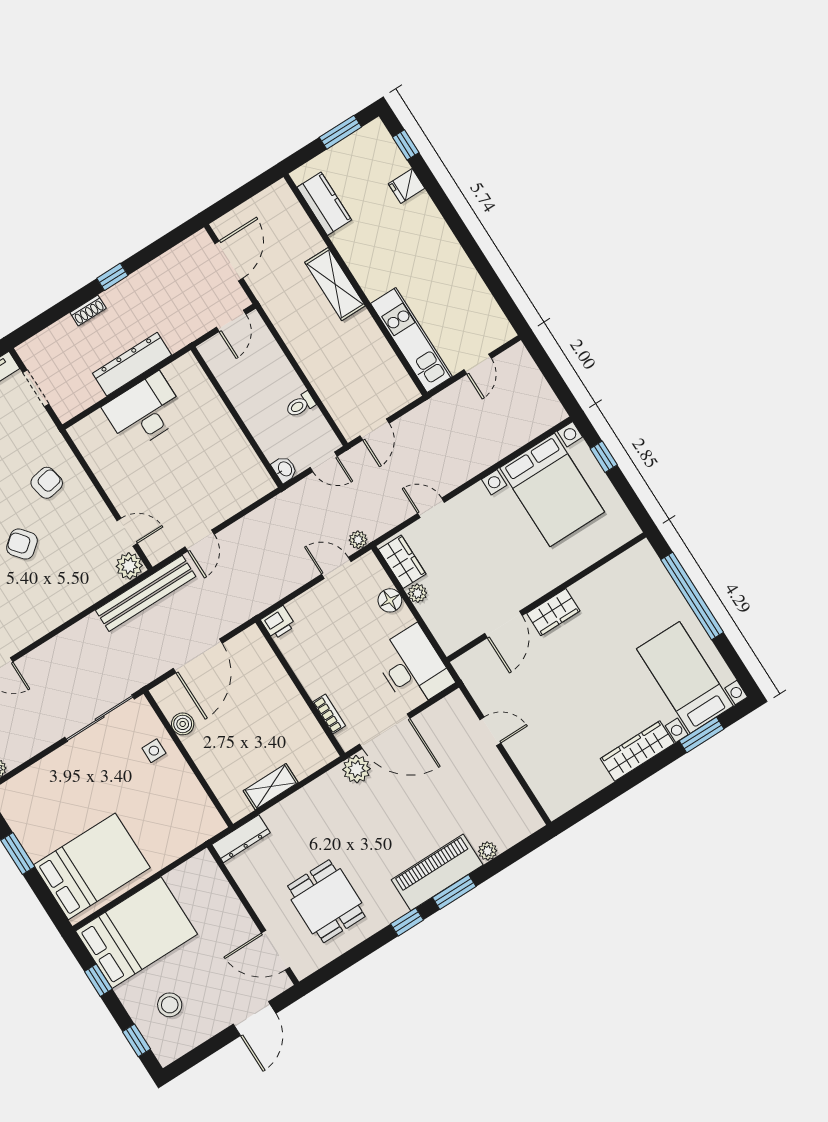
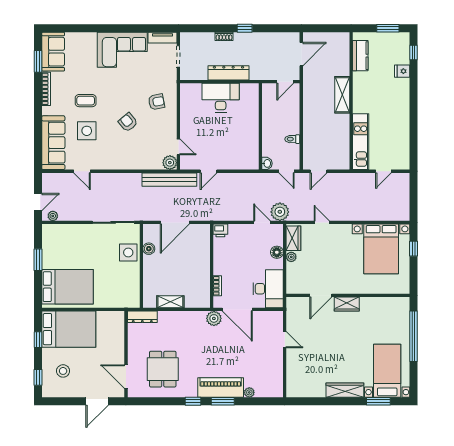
plant: (358, 540) -> (280, 212), width x1.88, depth x1.88
side table: (154, 751) -> (128, 252), width x1.87, depth x1.87

